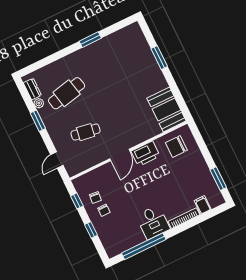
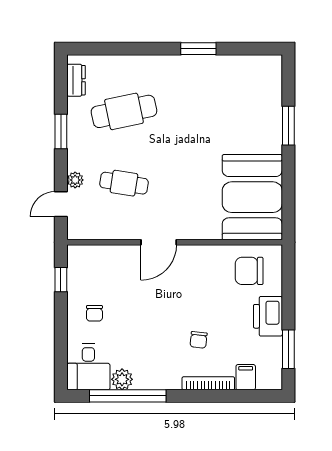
plant: (39, 103) -> (75, 180), moved
booth: (166, 110) -> (252, 197), width x1.36, depth x1.42
printer: (145, 154) -> (268, 316), moved, turned 90
chair: (95, 198) -> (199, 340), moved
desk: (153, 222) -> (88, 367), moved
window: (91, 230) -> (61, 333), removed
plant: (136, 239) -> (122, 379), added

